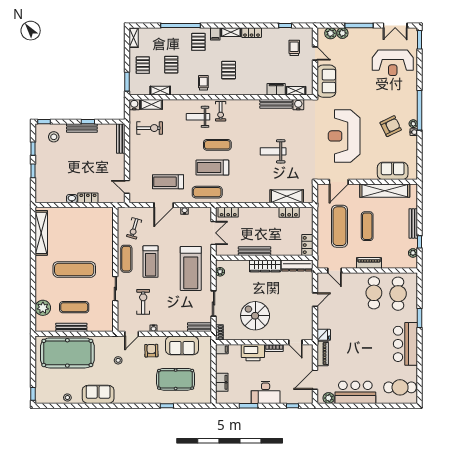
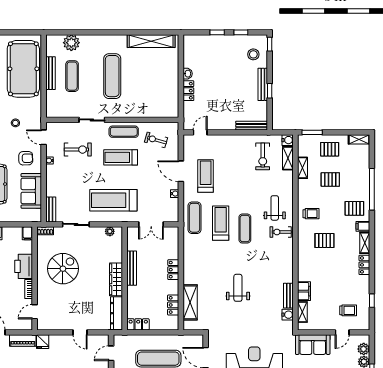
bench: (276, 104) -> (288, 296), width x0.73
locker: (228, 212) -> (173, 270), moved

